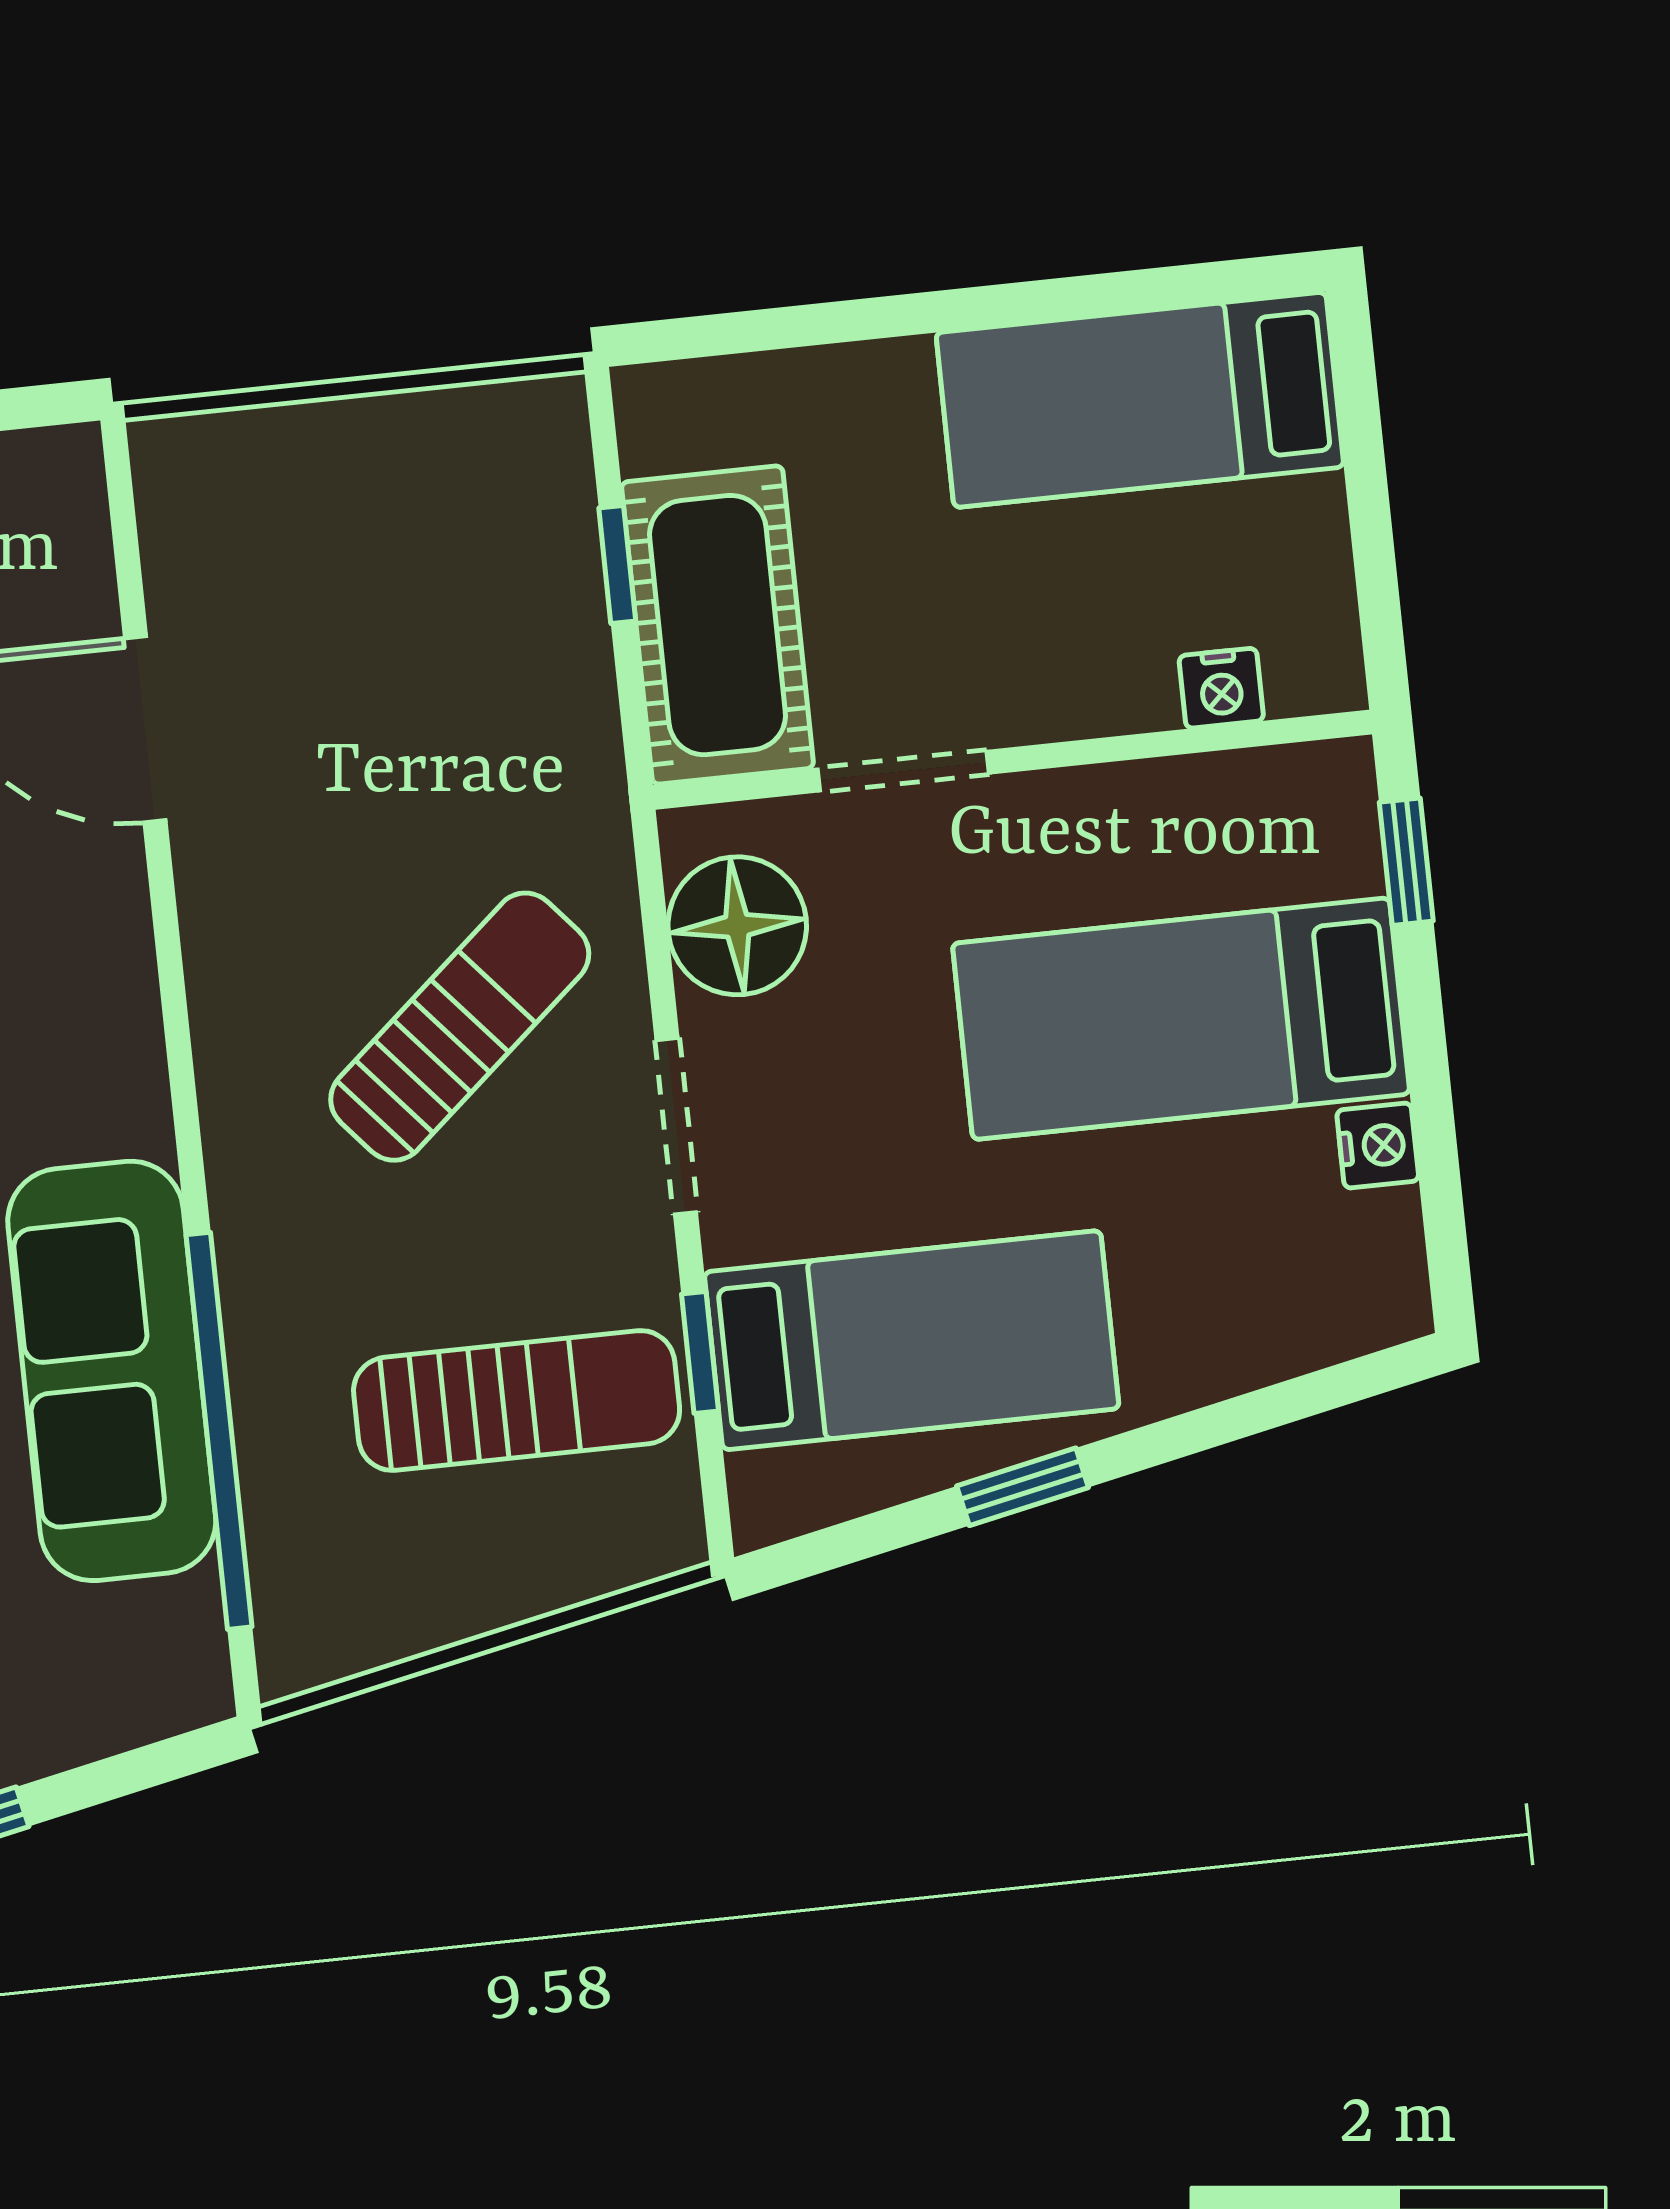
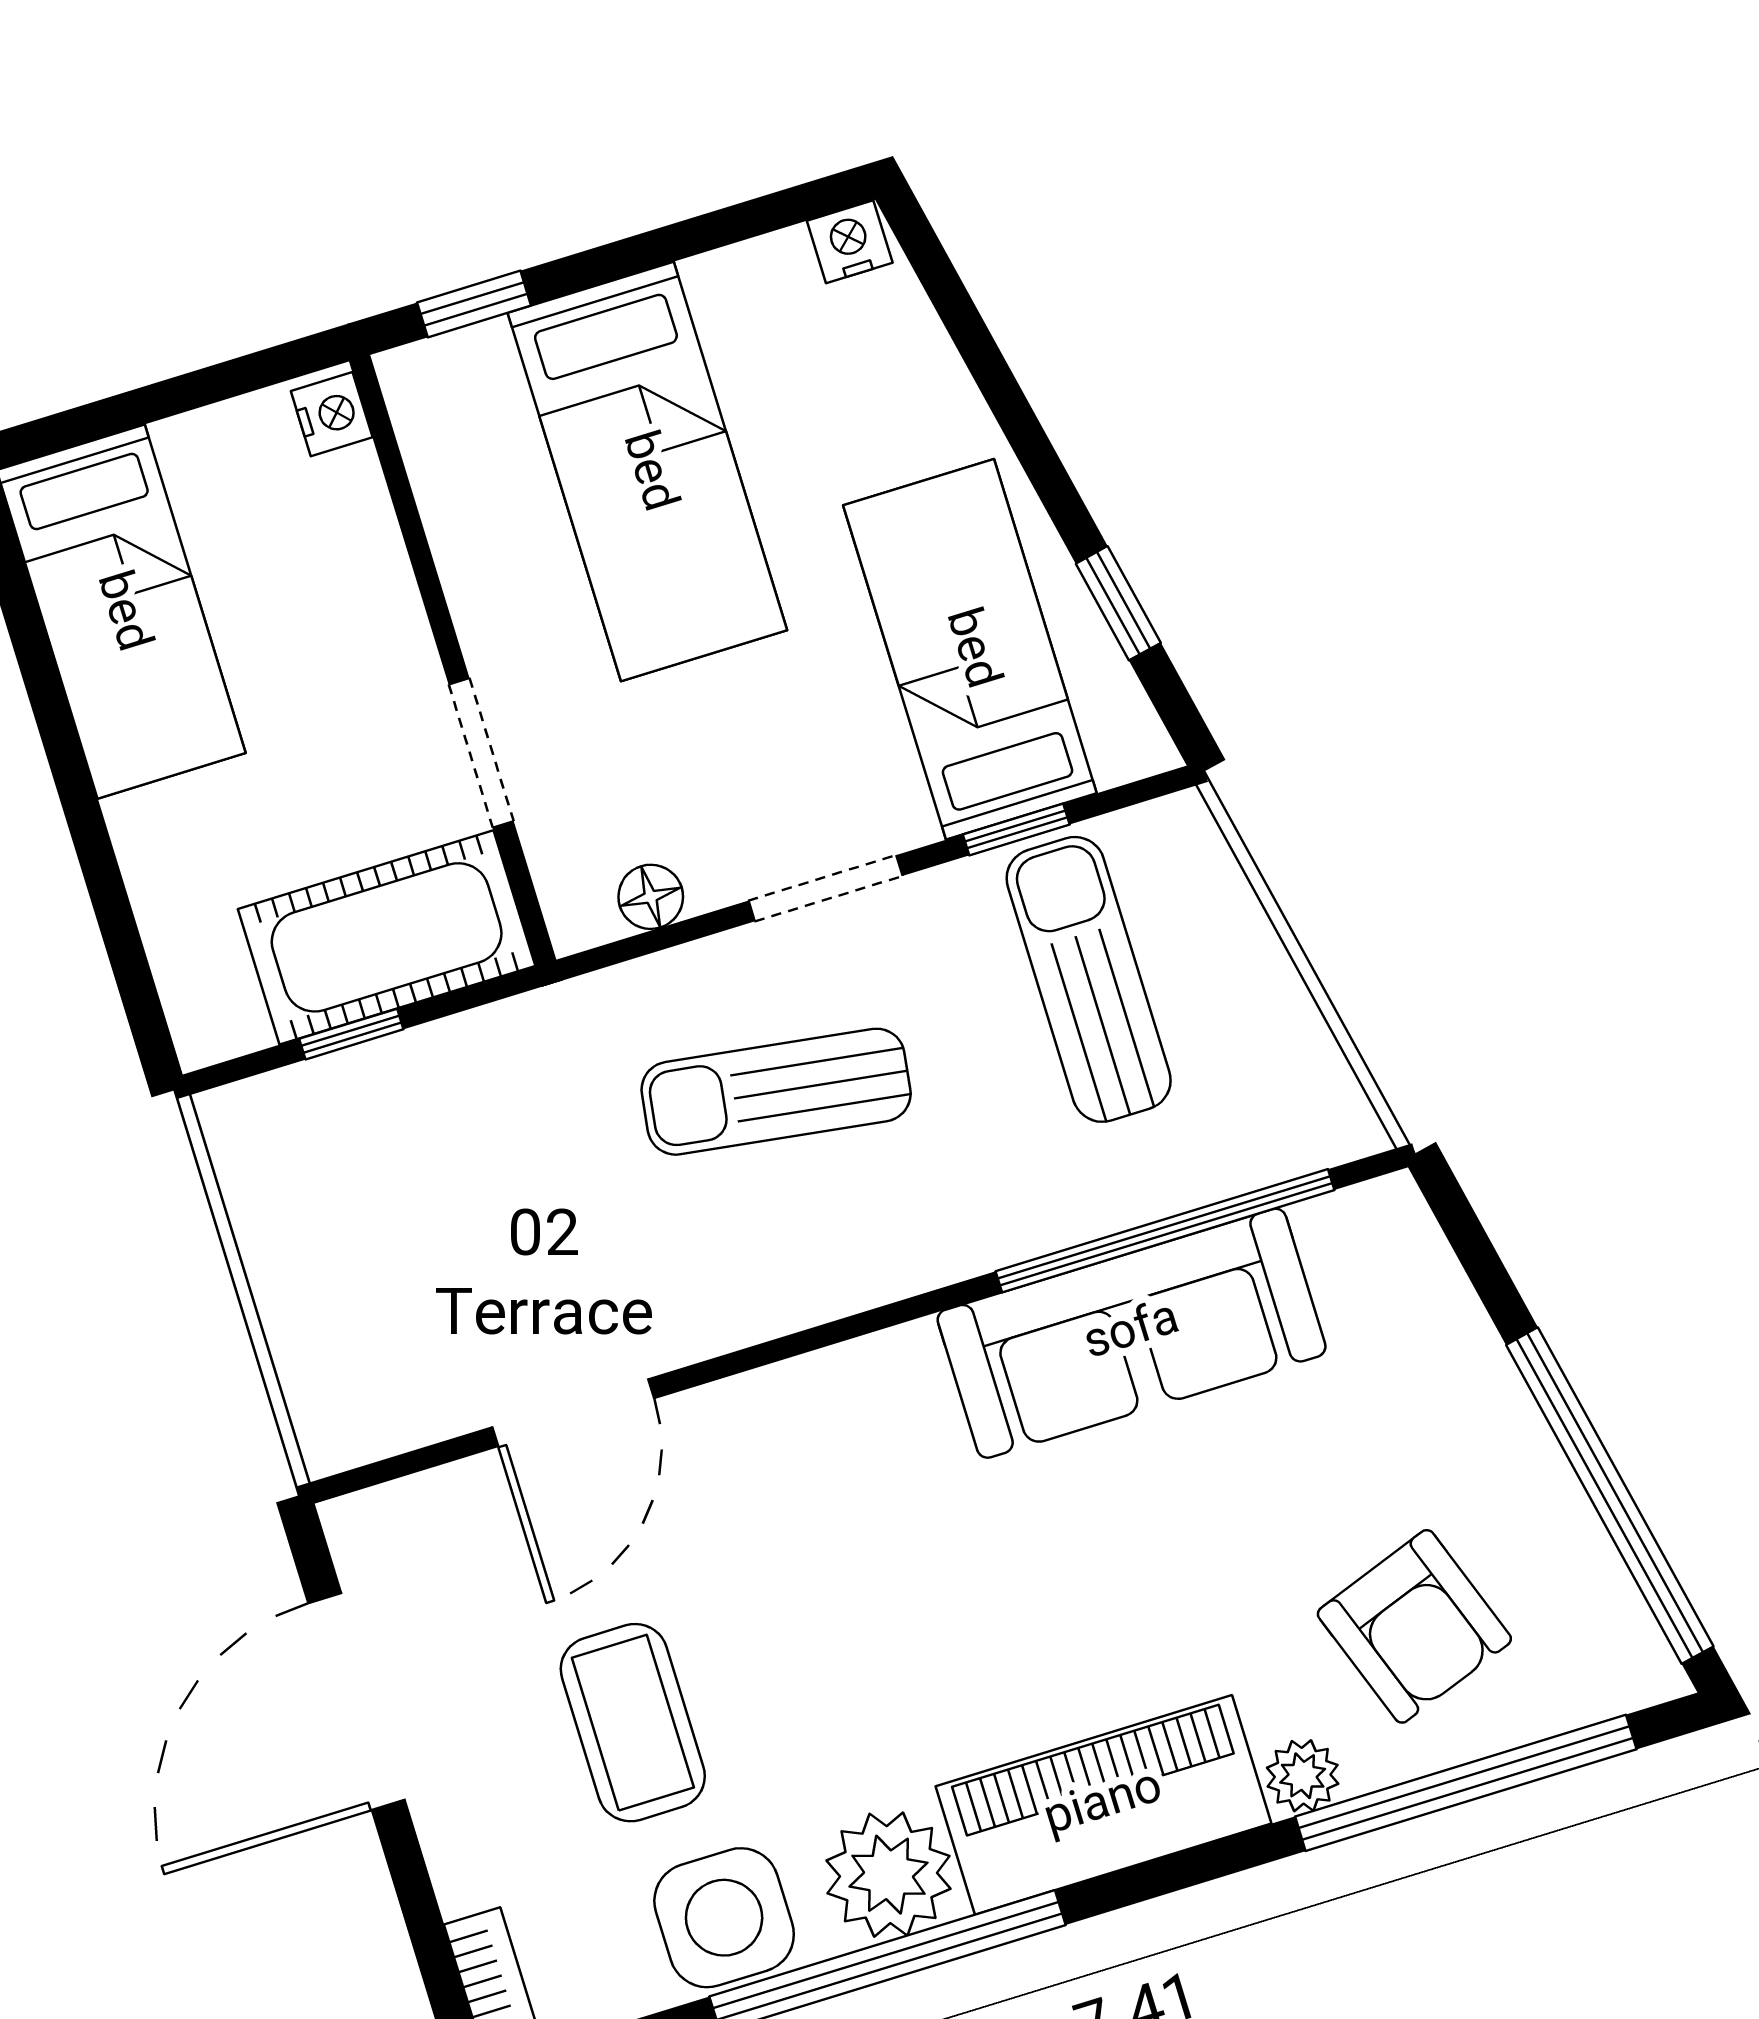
nightstand: (1221, 688) -> (332, 414), moved
floor lamp: (737, 926) -> (651, 897), width x0.53, depth x0.53
sun lounger: (460, 1027) -> (776, 1092), turned -41
nightstand: (1378, 1146) -> (850, 242), moved
window: (1023, 1487) -> (1118, 603), moved

